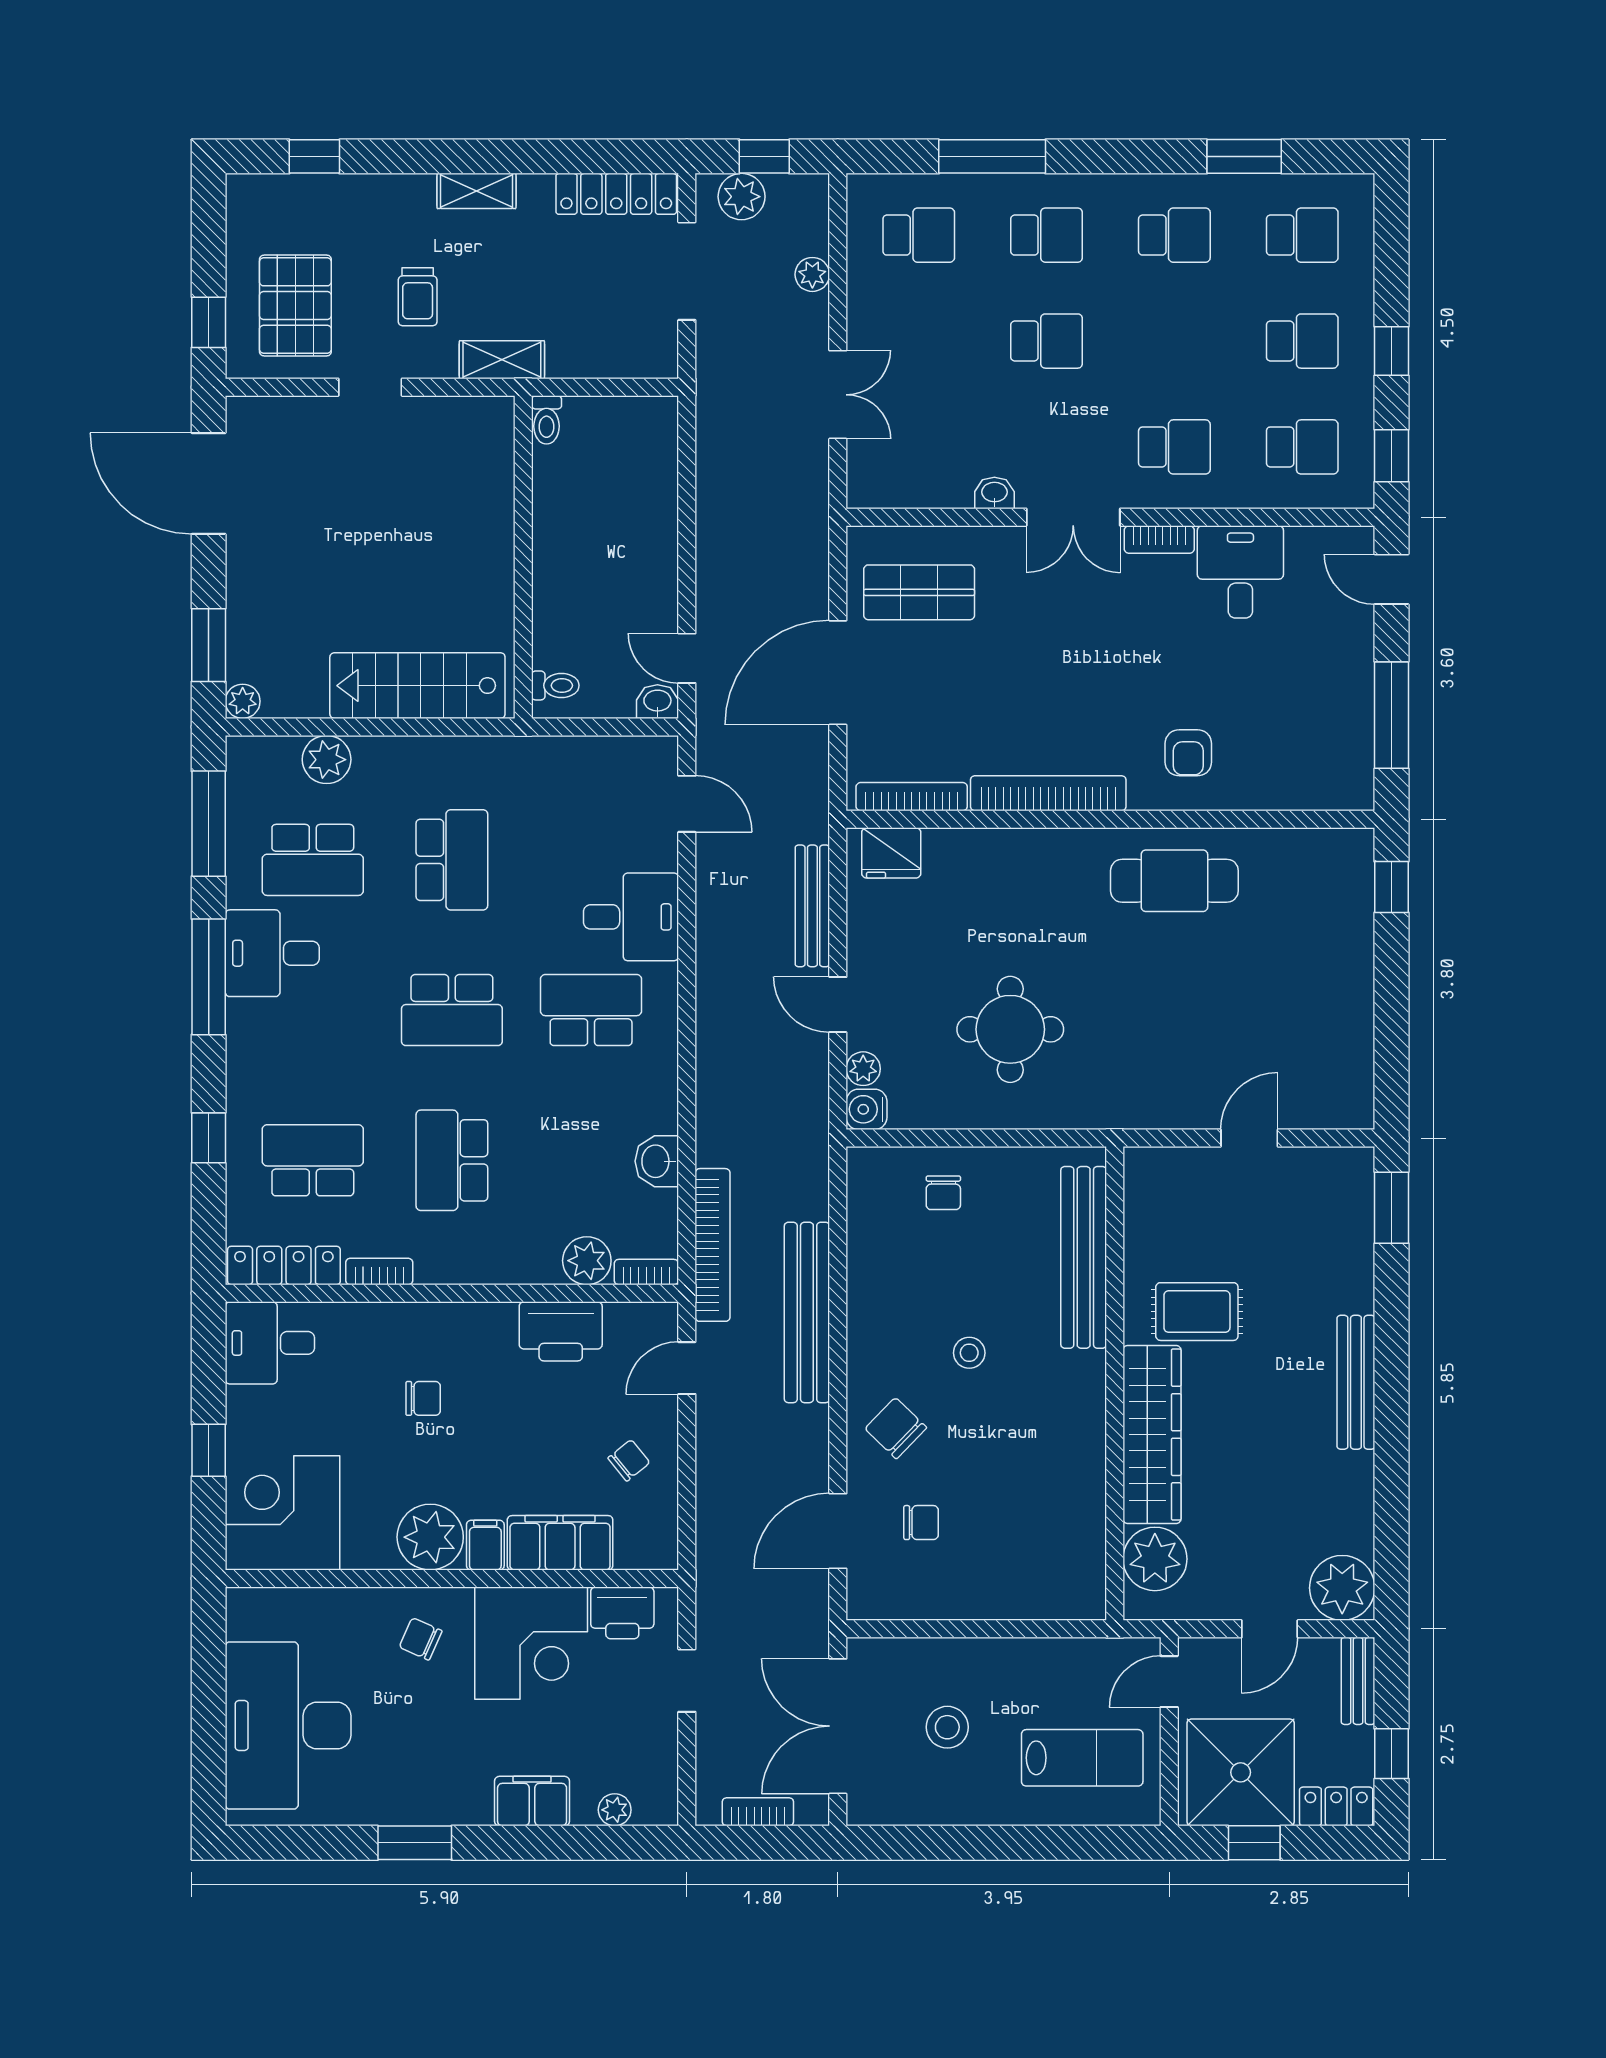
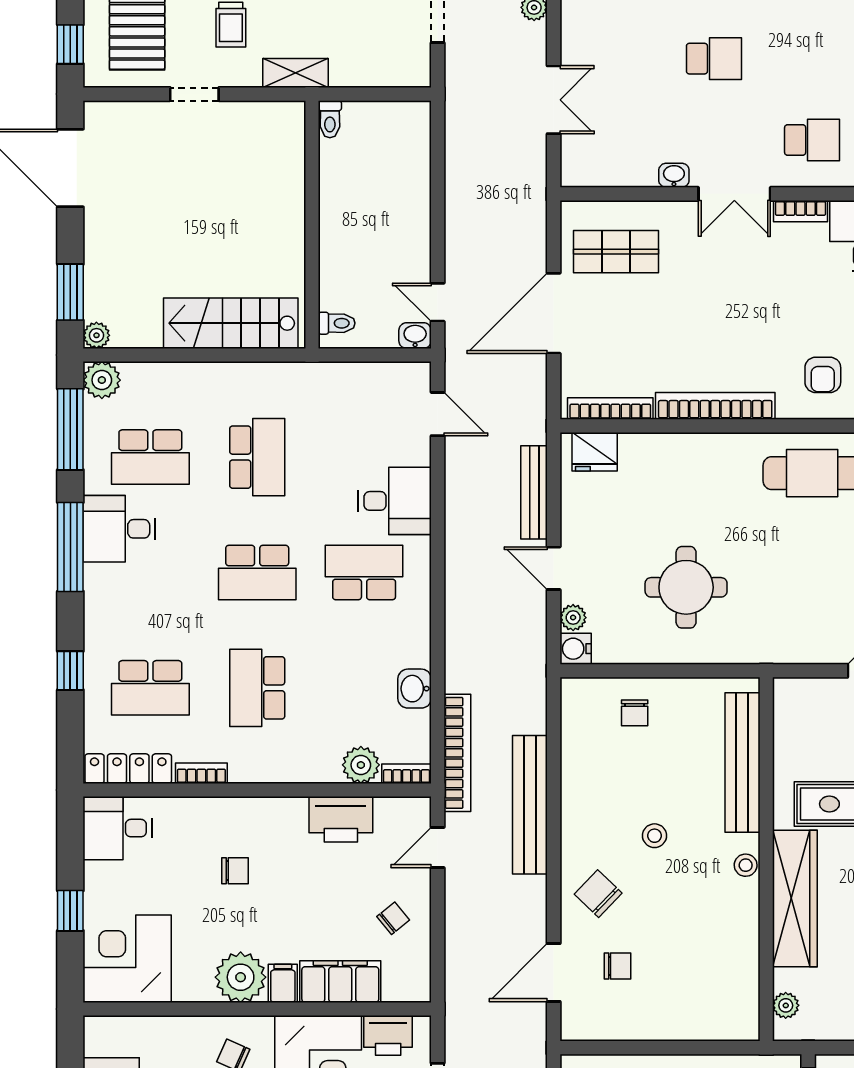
plant: (327, 760) -> (102, 380), moved
school desk: (313, 1160) -> (150, 688), turned 180
stool: (1088, 1391) -> (746, 865), added
plant: (1155, 1559) -> (786, 1005), width x0.53, depth x0.53

